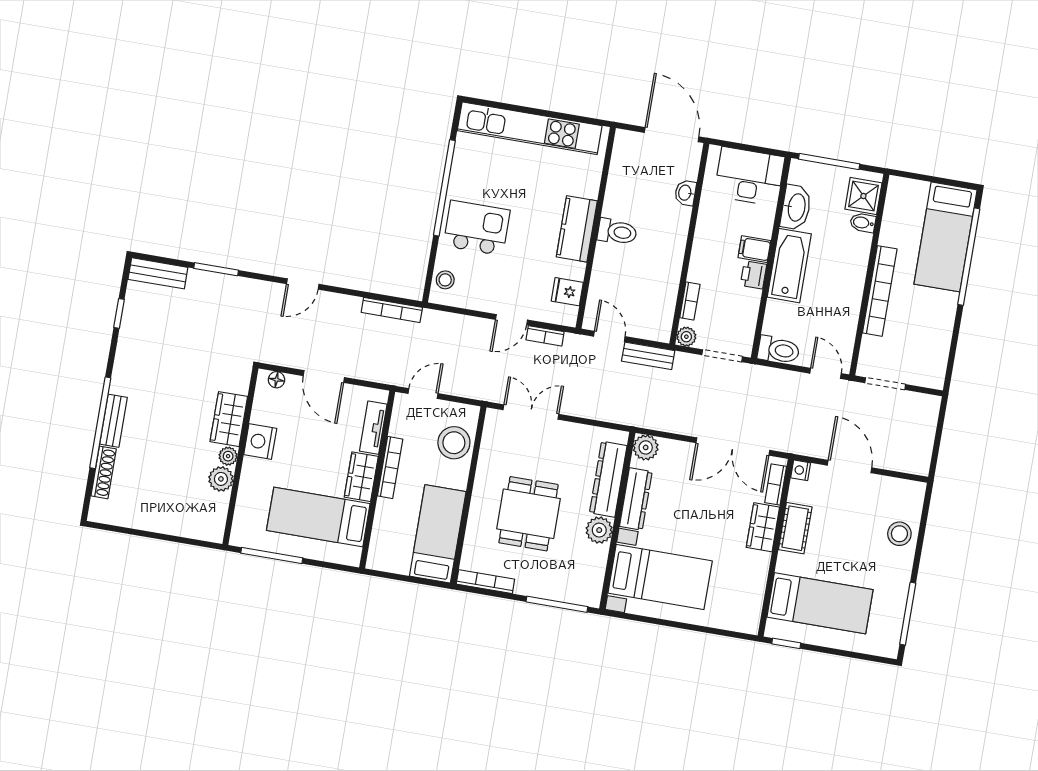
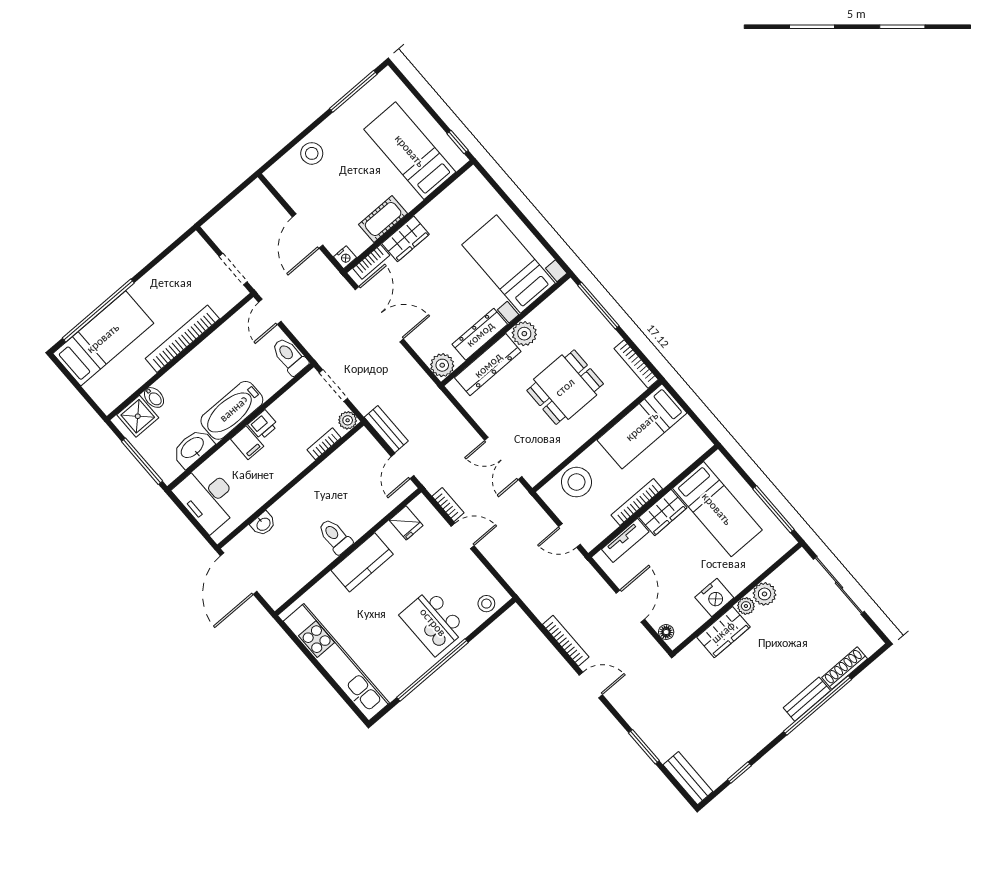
bookcase: (392, 310) -> (566, 641), moved
sliding door: (165, 537) -> (839, 585), added

